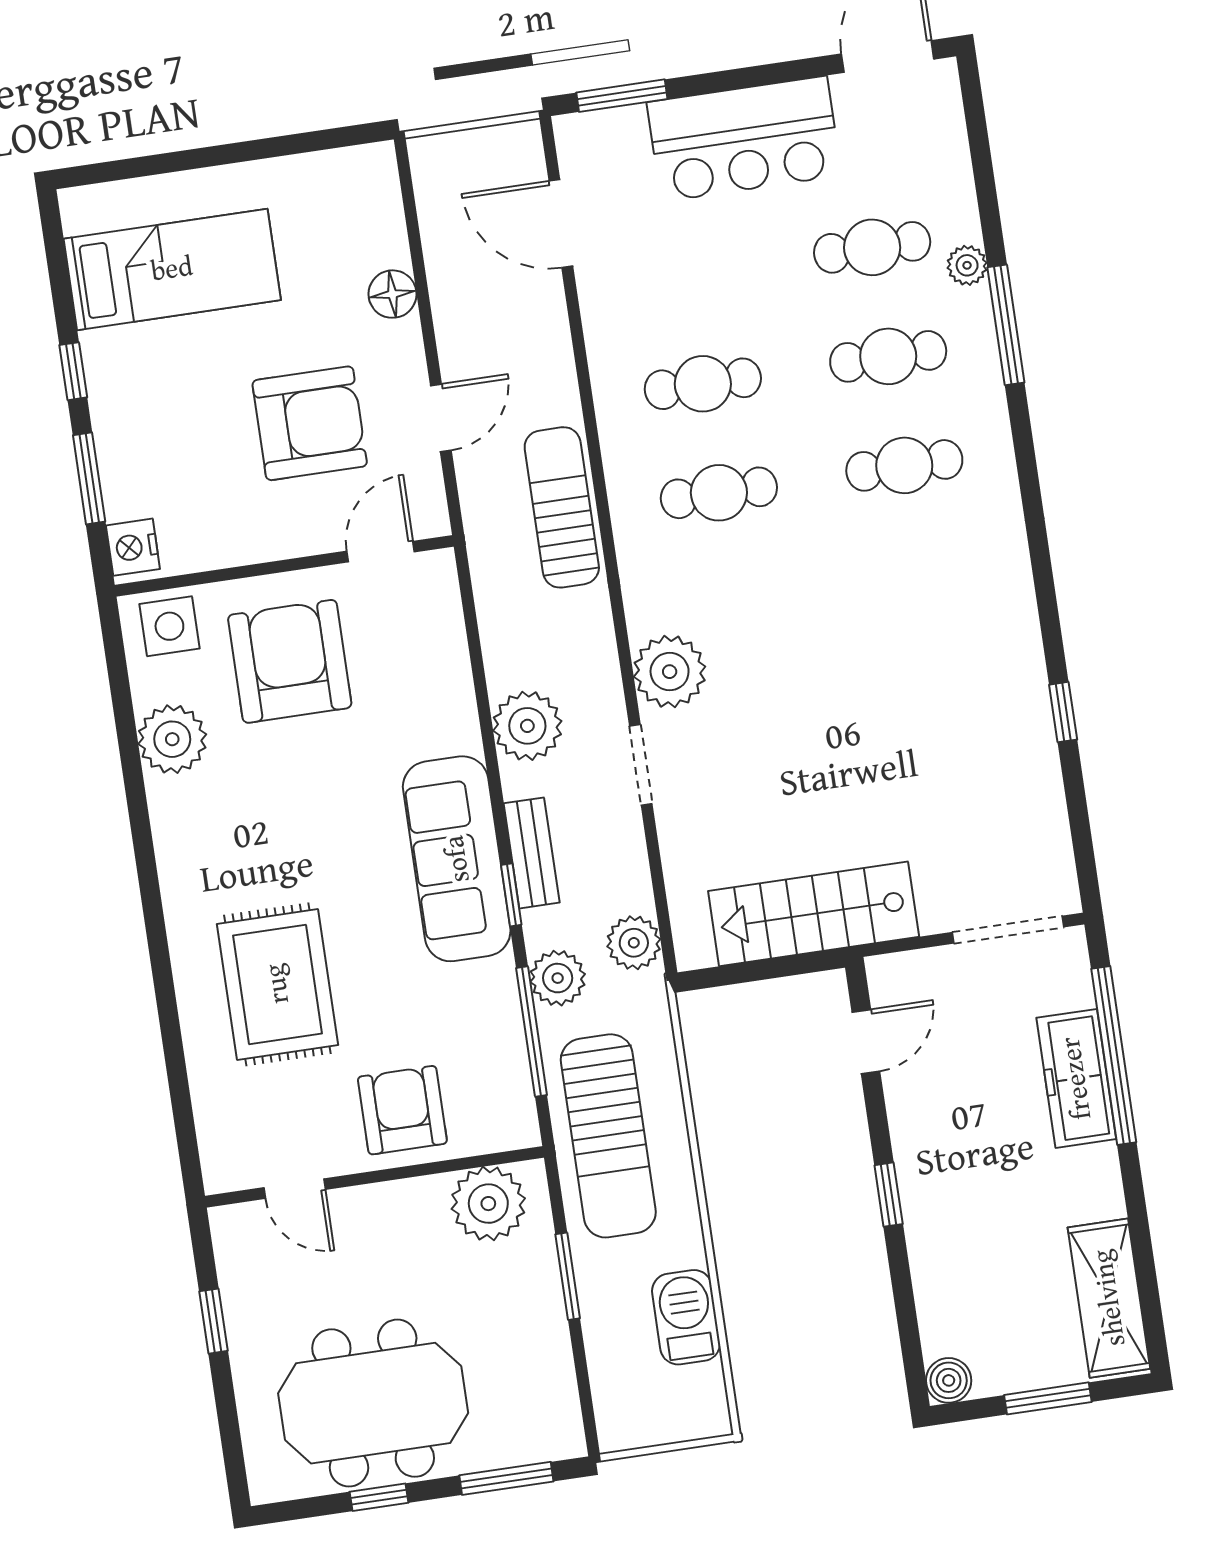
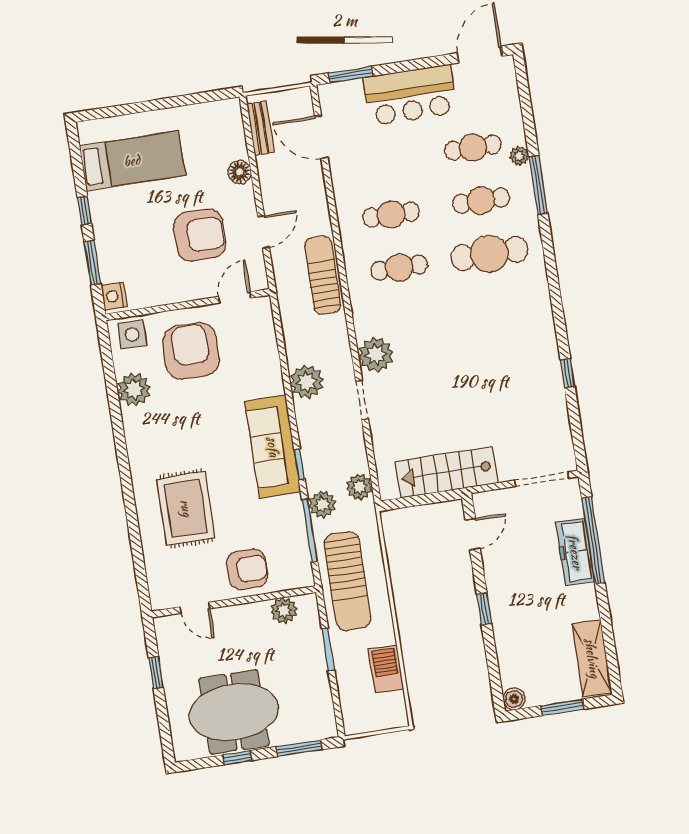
cafe table: (904, 465) -> (489, 254), width x1.37, depth x1.35
bench: (532, 853) -> (260, 128), moved
armchair: (402, 1110) -> (247, 569), turned 90
plant: (488, 1204) -> (284, 610), width x0.73, depth x0.73

